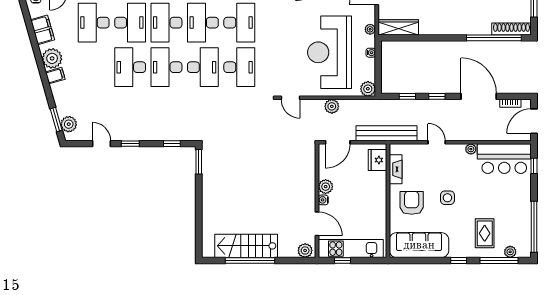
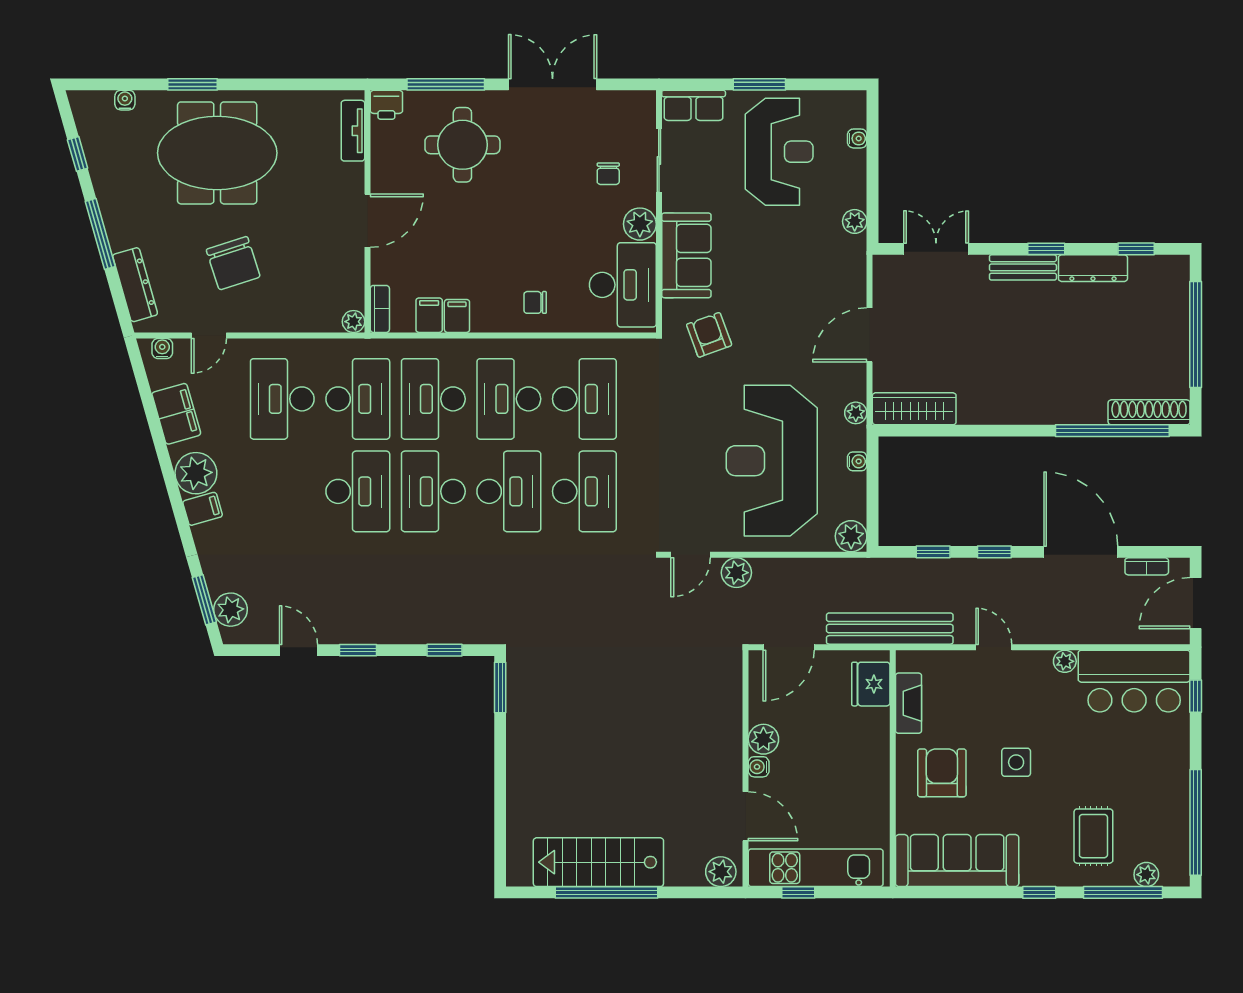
desk: (130, 67) -> (358, 491), turned 180
door: (290, 98) -> (691, 555), hinge flipped
plant: (332, 106) -> (736, 573), moved

